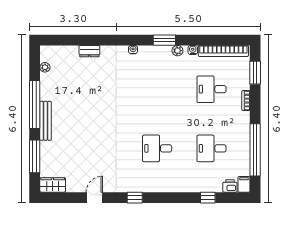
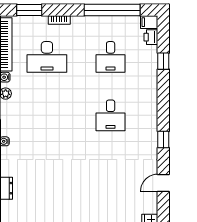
desk: (212, 89) -> (47, 57), width x1.37
door: (94, 198) -> (163, 183), hinge flipped

